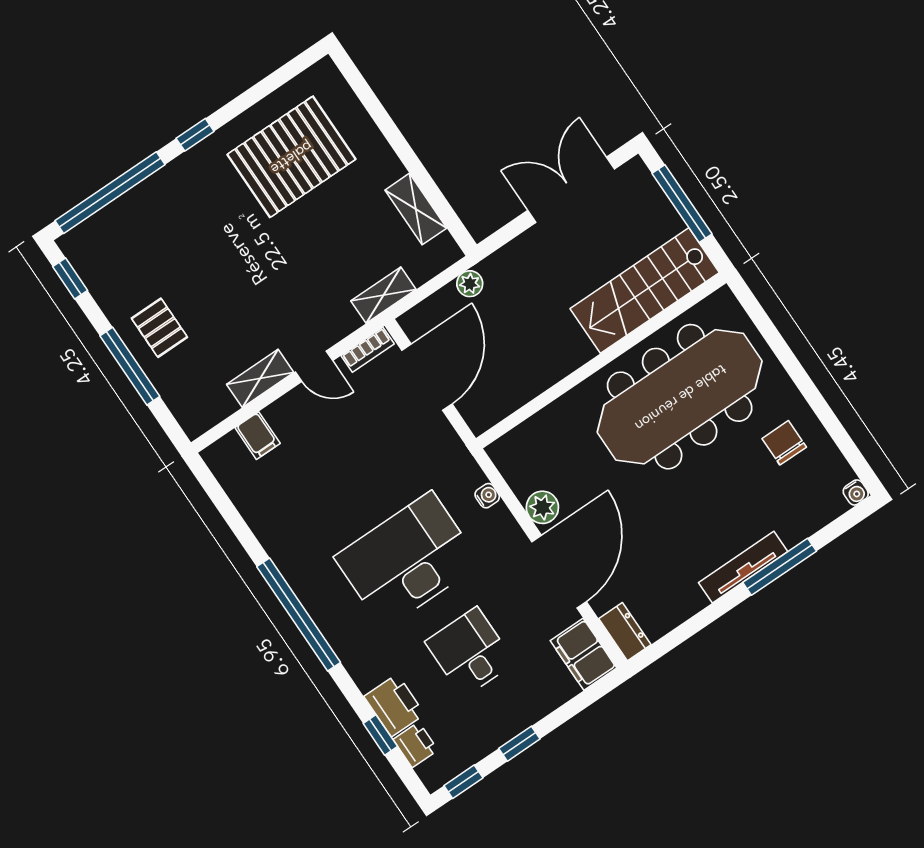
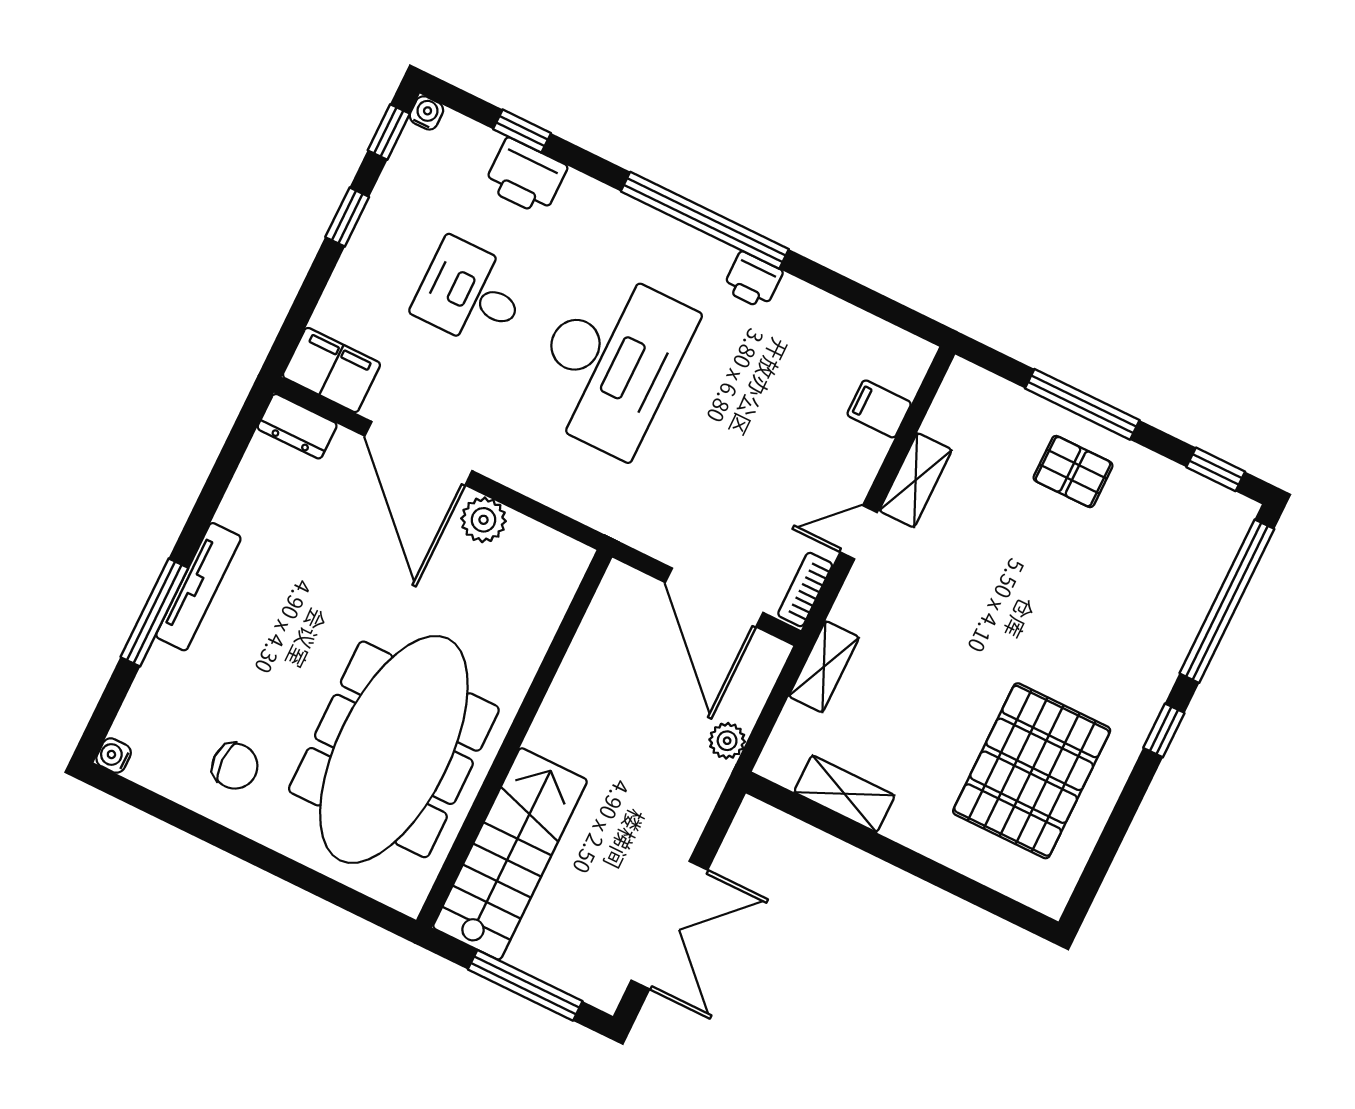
water cooler: (487, 496) -> (426, 113), moved, turned 180
desk: (470, 652) -> (471, 294), turned 180
printer: (416, 745) -> (753, 280), moved

